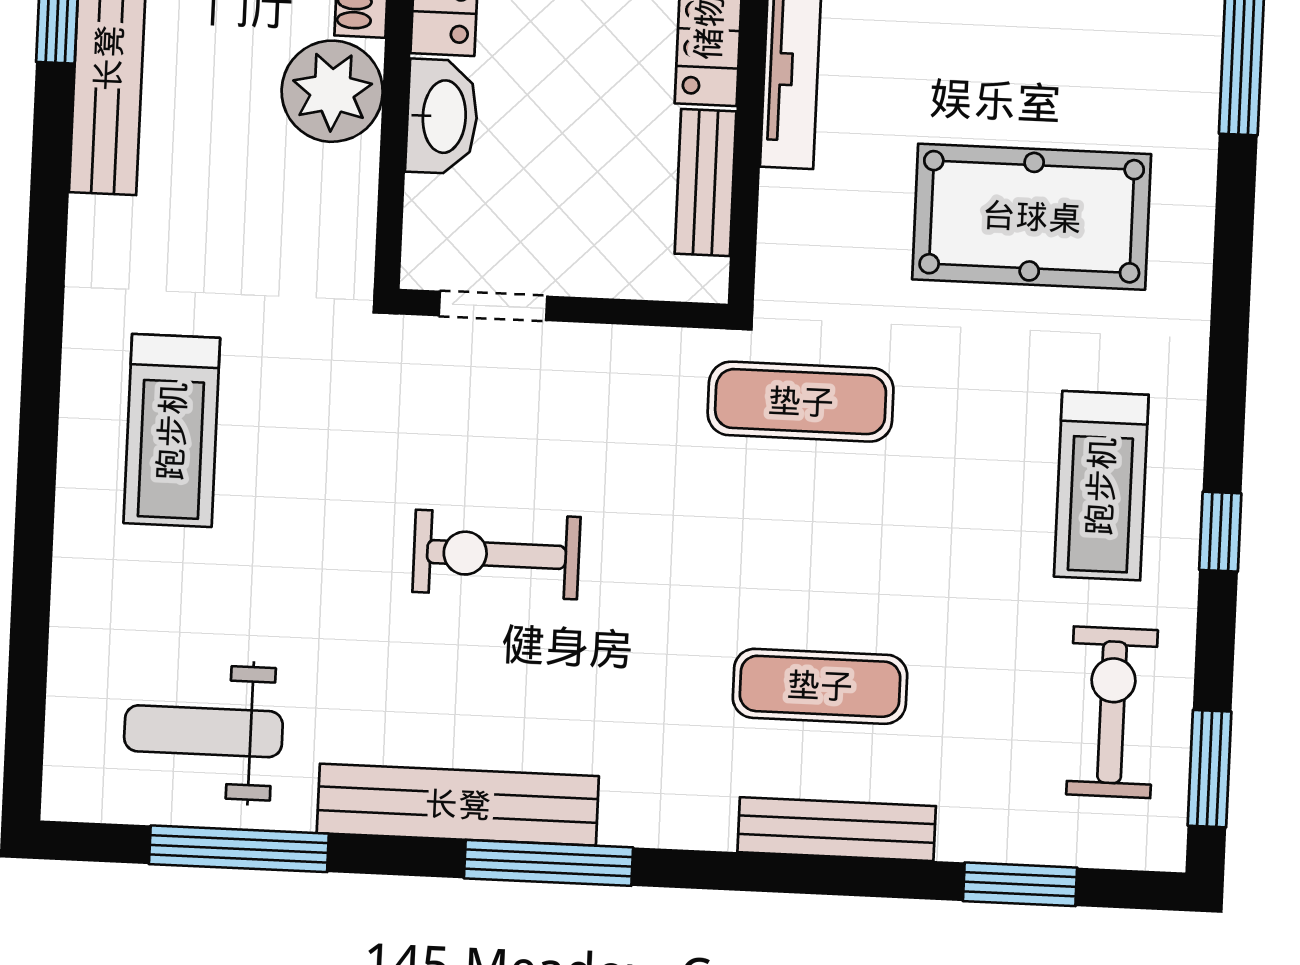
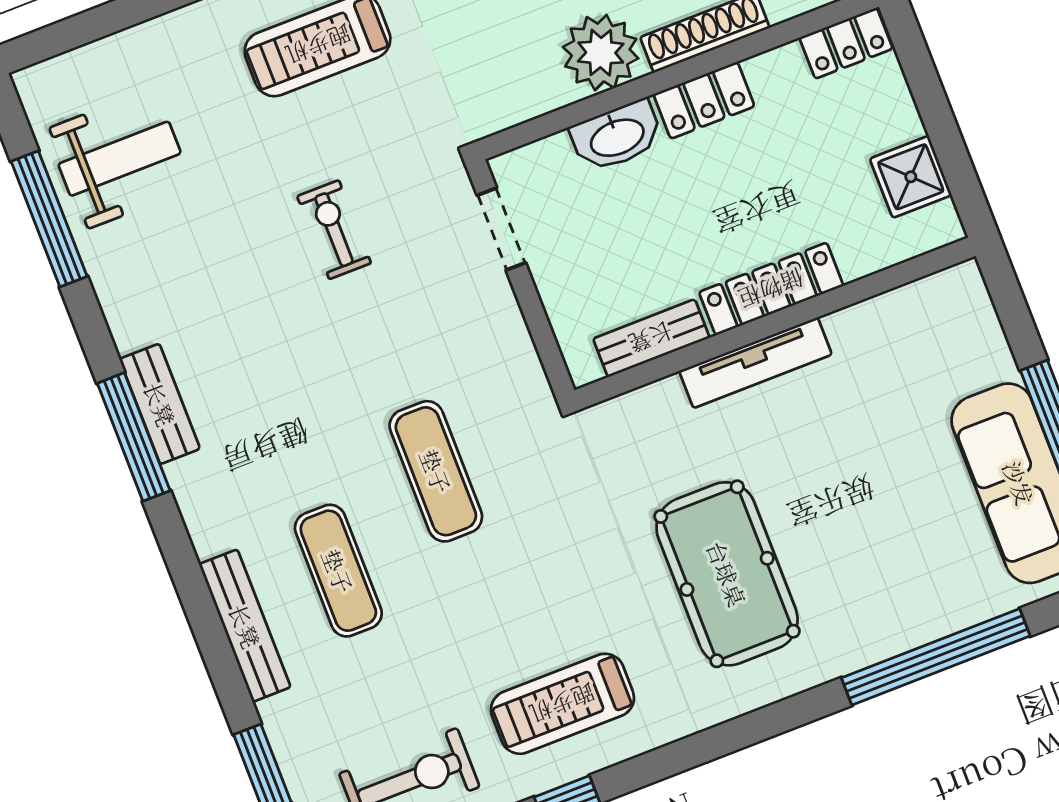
exercise mat: (801, 402) -> (436, 471), moved
exercise bike: (496, 554) -> (334, 230), moved, width x0.73, depth x0.72
weight bench: (203, 731) -> (120, 159), turned 90
bench: (458, 805) -> (160, 404), width x0.54, depth x0.82

